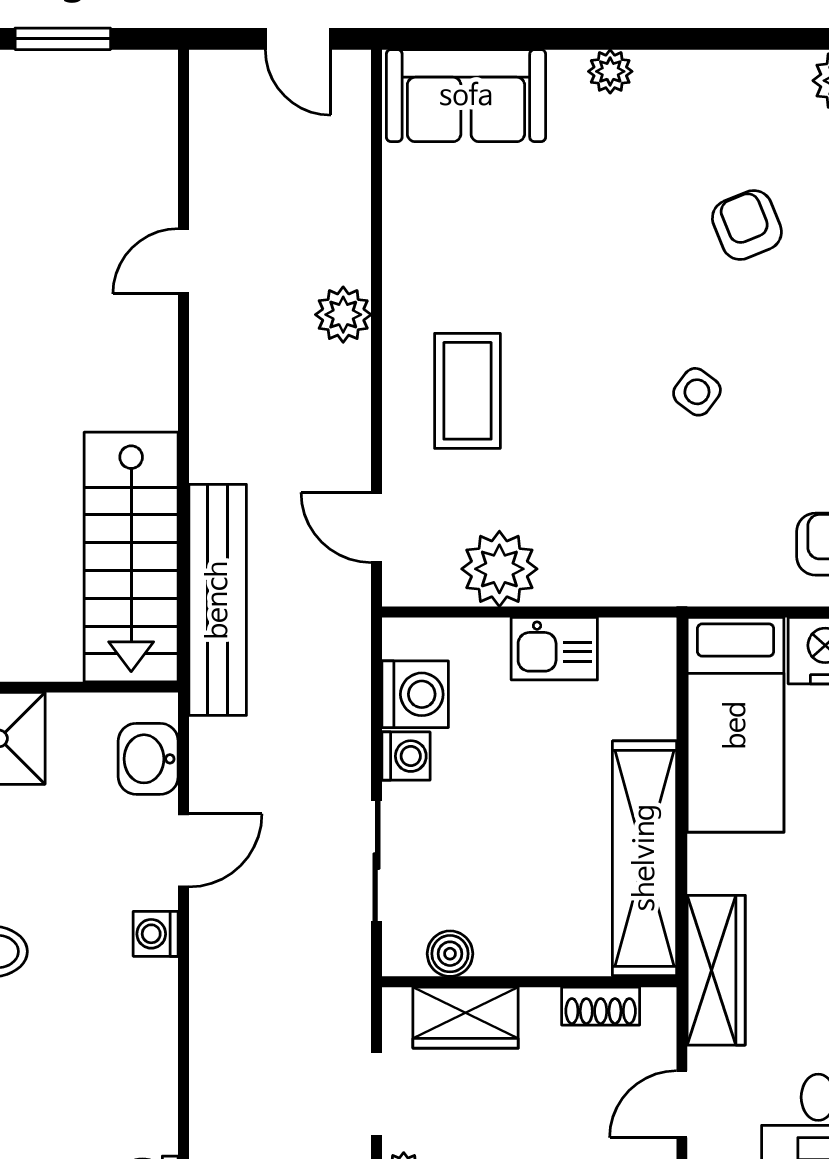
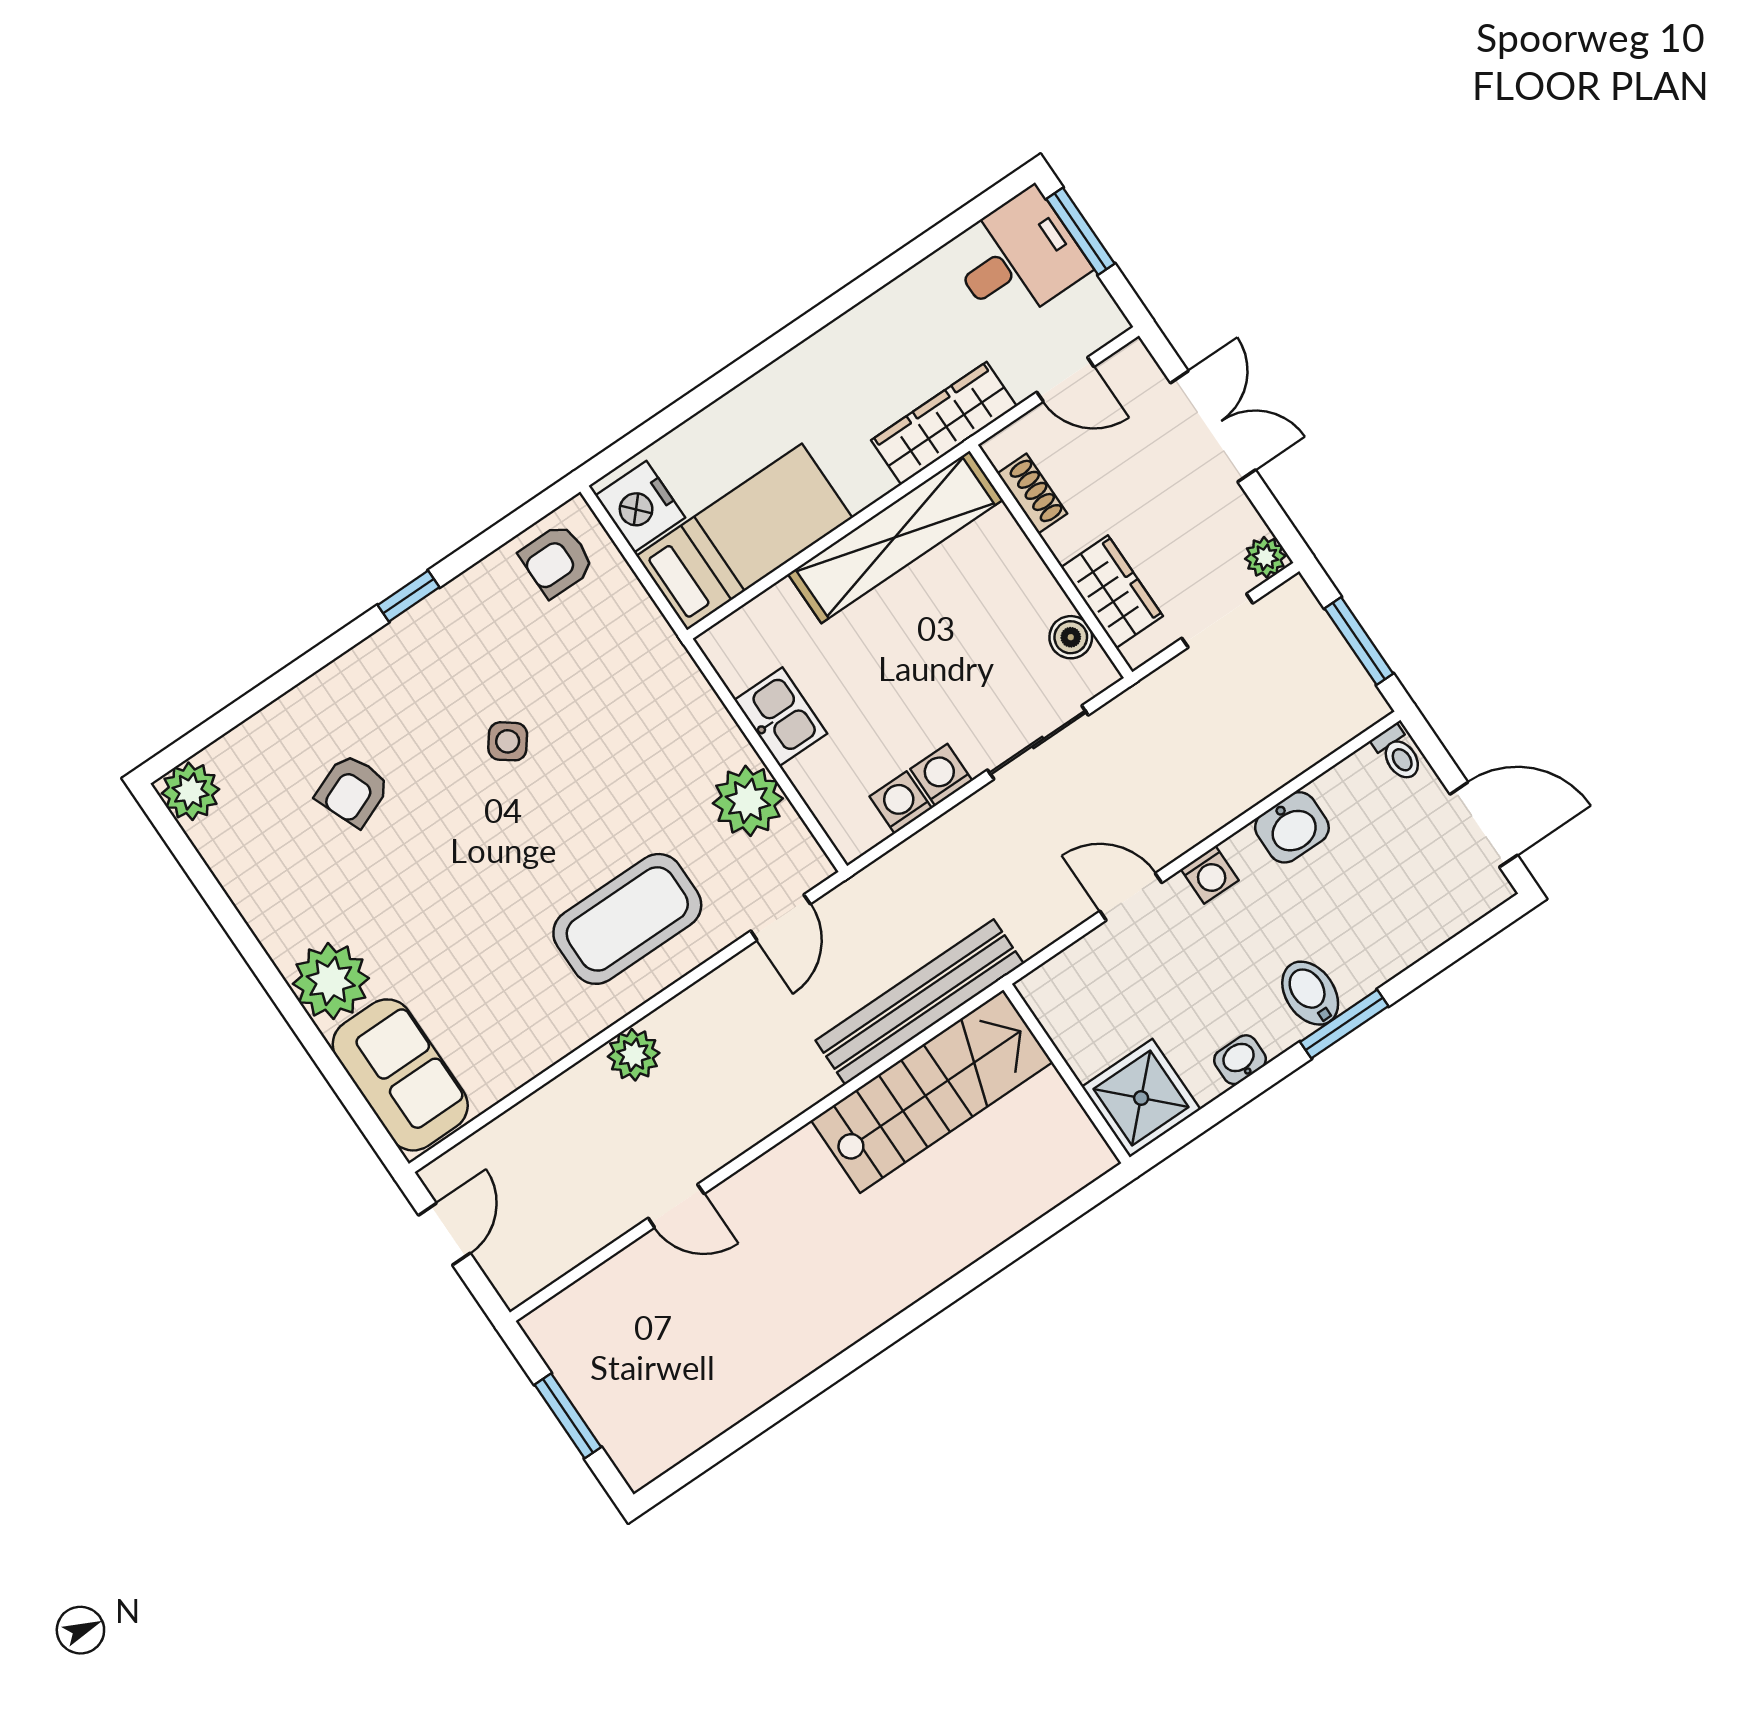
plant: (610, 71) -> (331, 981), width x1.88, depth x1.88
coffee table: (467, 391) -> (627, 919), width x1.36, depth x1.32
washing machine: (415, 694) -> (901, 802), width x0.73, depth x0.73
washbasin: (148, 759) -> (1292, 827), moved

